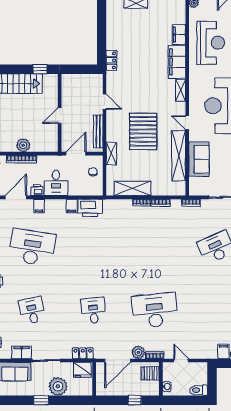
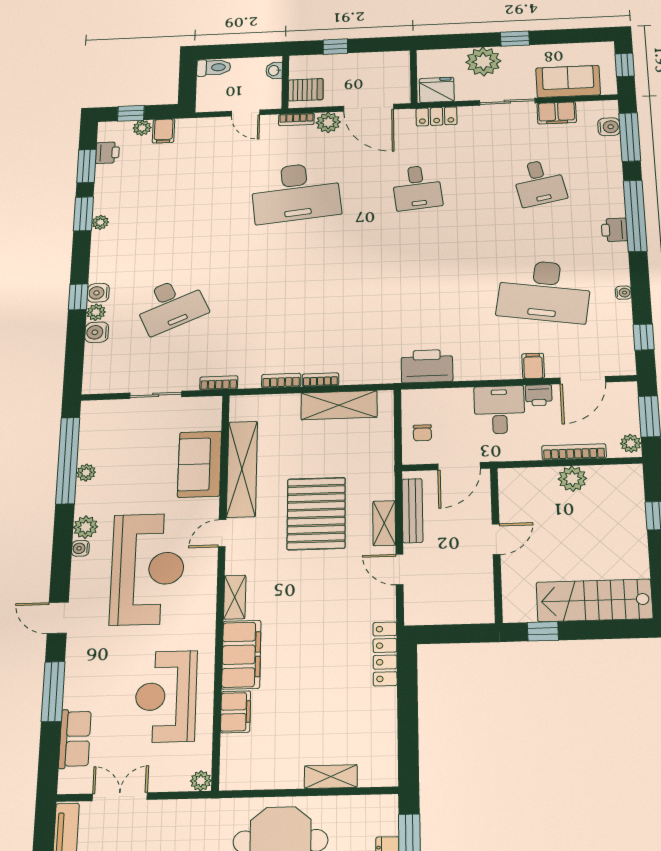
locker: (112, 60) -> (385, 654), width x1.53
door: (187, 123) -> (222, 533), swing flipped
shelving: (111, 154) -> (384, 523), moved
filing cabinet: (72, 206) -> (465, 368), removed
door: (118, 361) -> (369, 108), swing flipped

